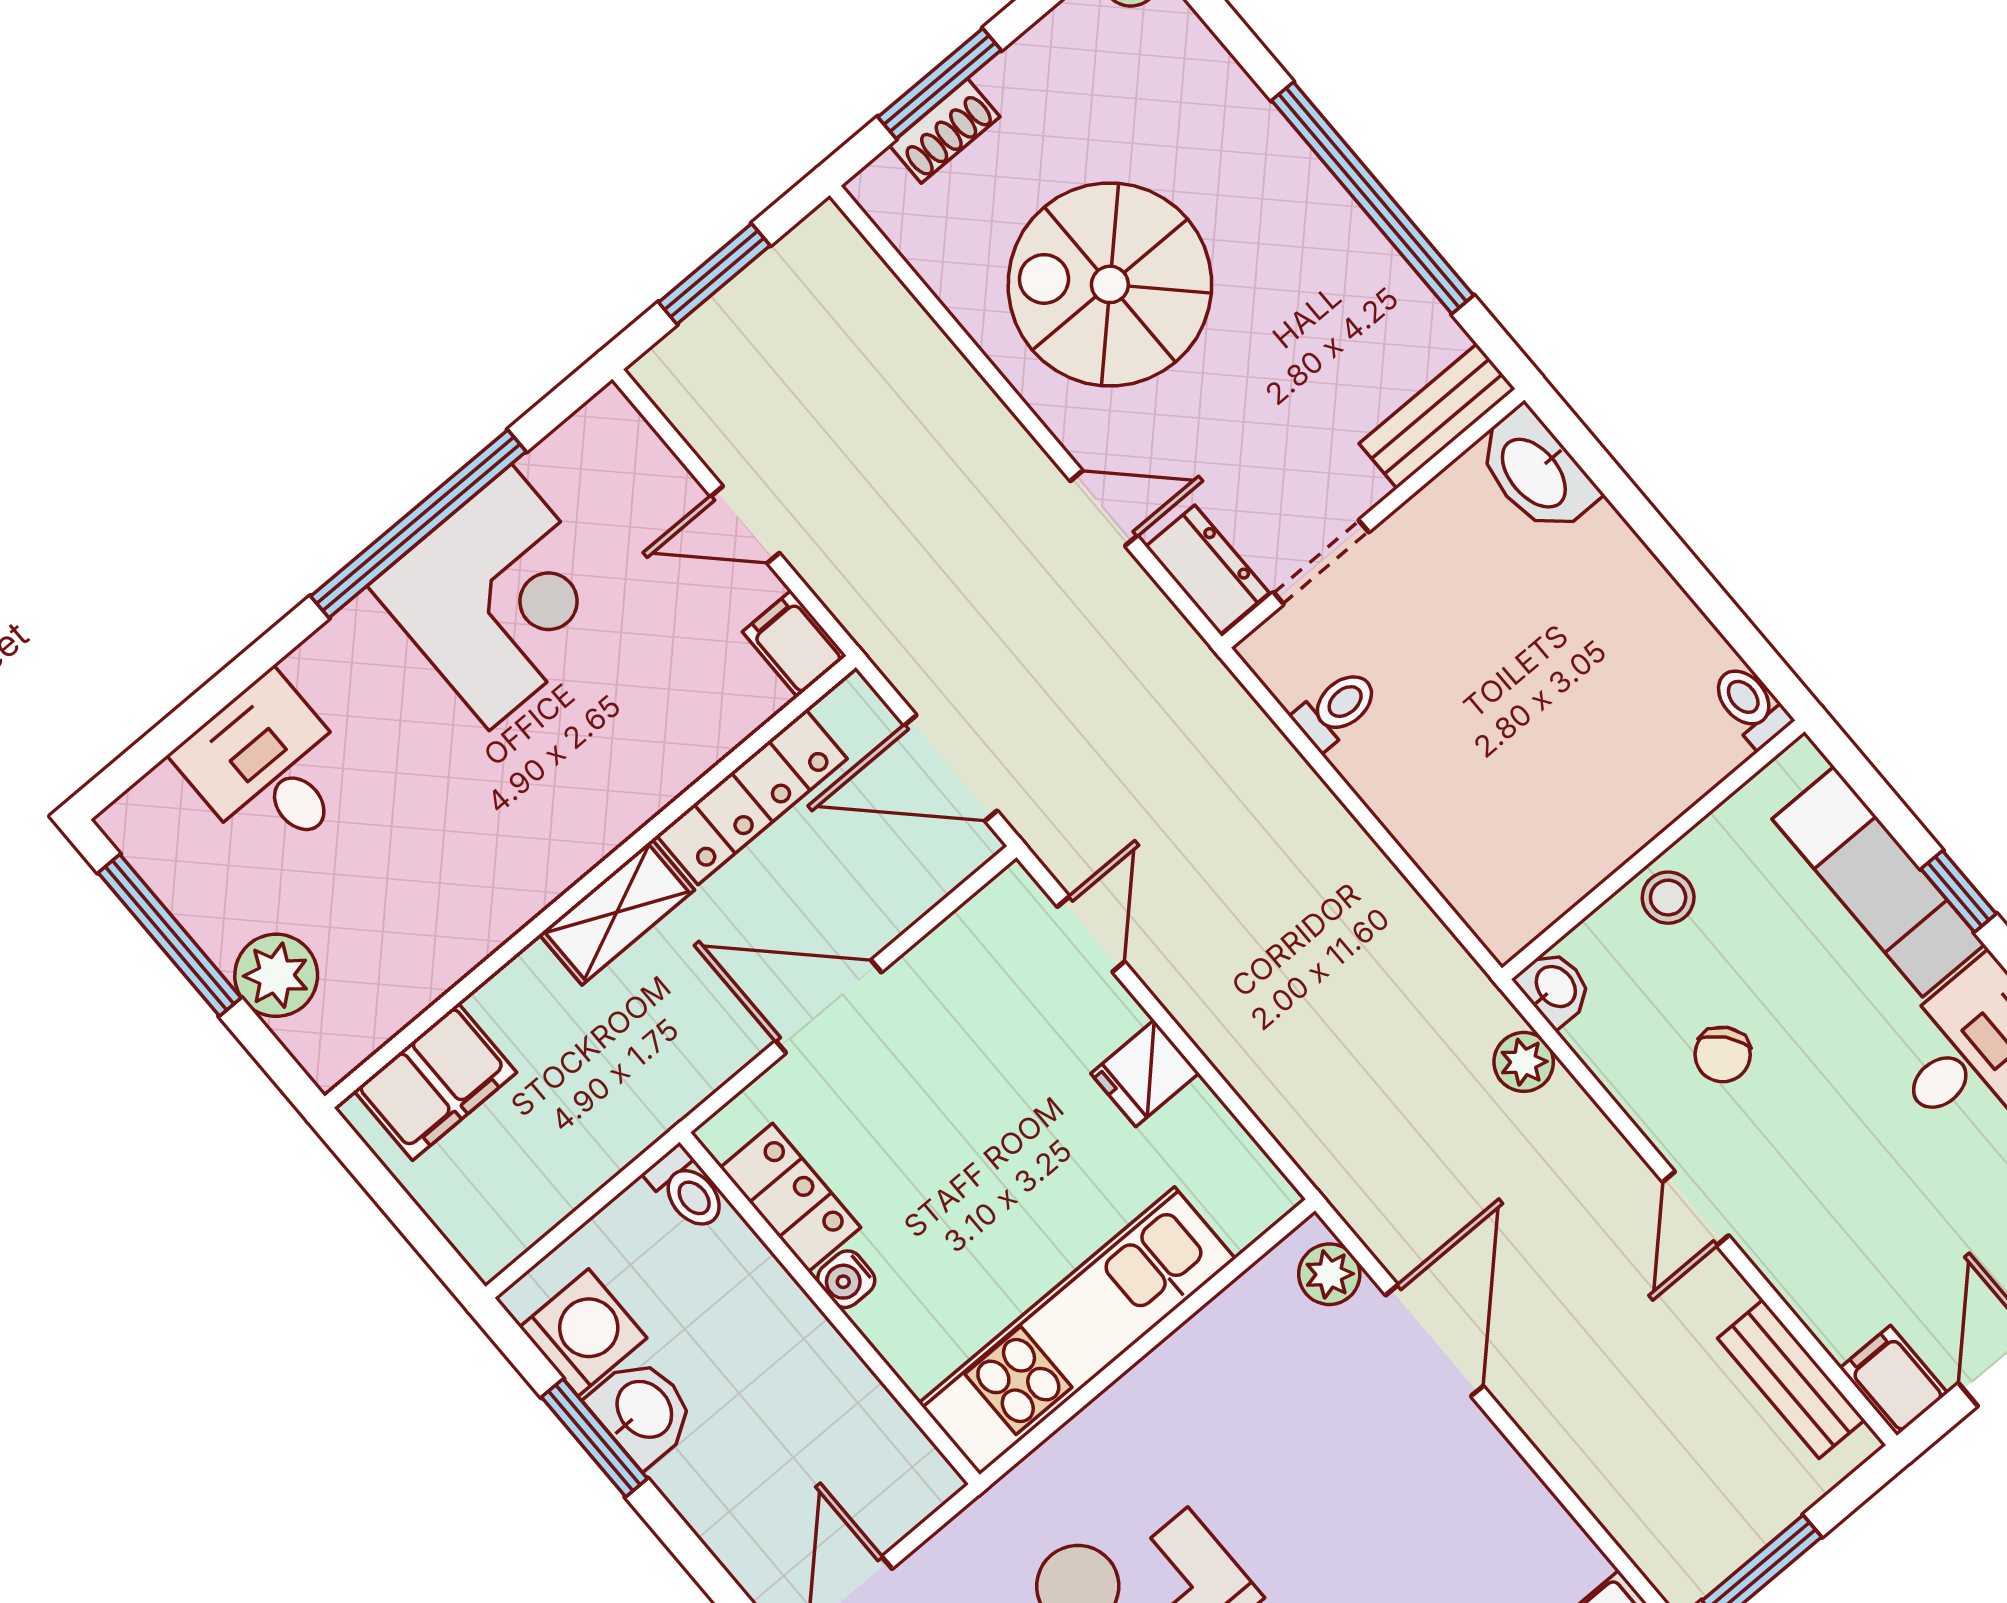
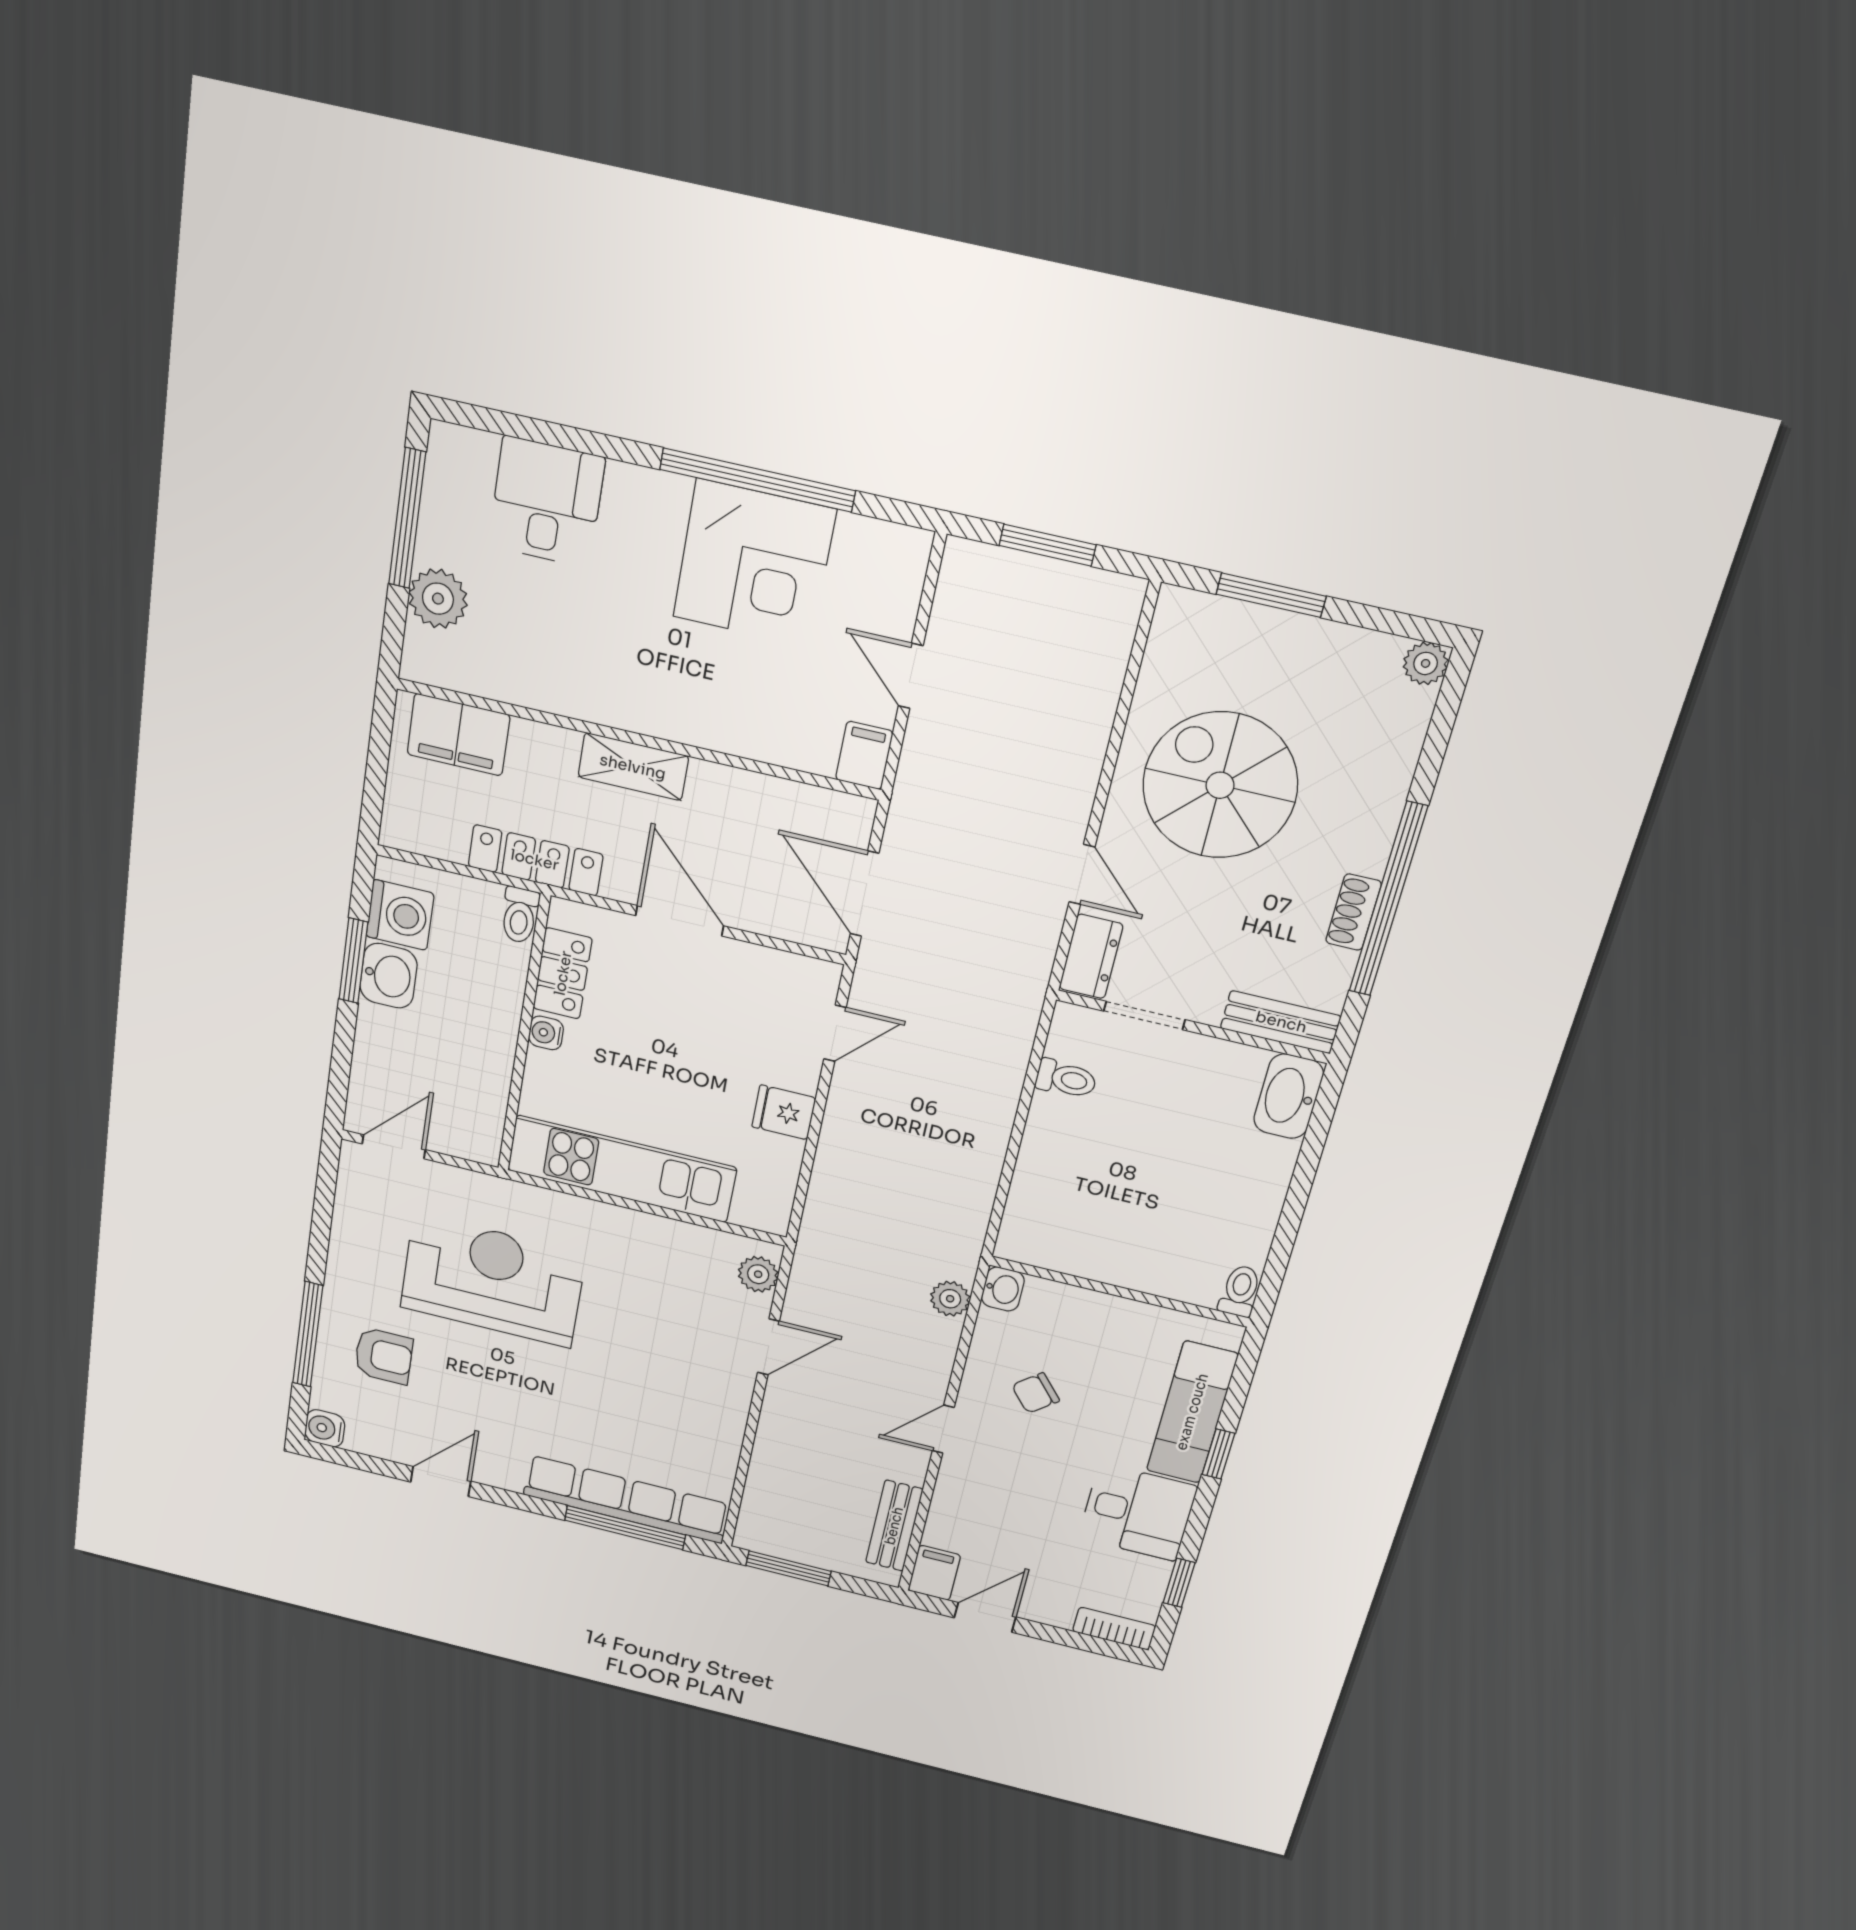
shoe rack: (944, 131) -> (1353, 912), moved, turned 90
locker: (752, 797) -> (535, 860), moved, turned 180
stool: (1668, 898) -> (1099, 1315), removed
door: (1434, 1341) -> (768, 1347), width x0.73

